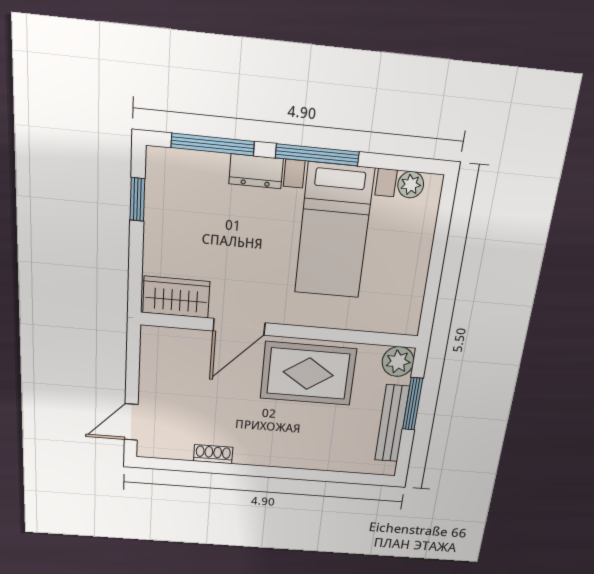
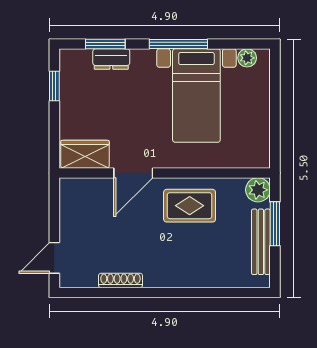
window: (213, 144) -> (105, 44), width x0.69
dresser: (256, 171) -> (111, 59), moved
rug: (308, 374) -> (190, 206), width x0.73, depth x0.70
shoe rack: (213, 454) -> (120, 280), width x1.43

